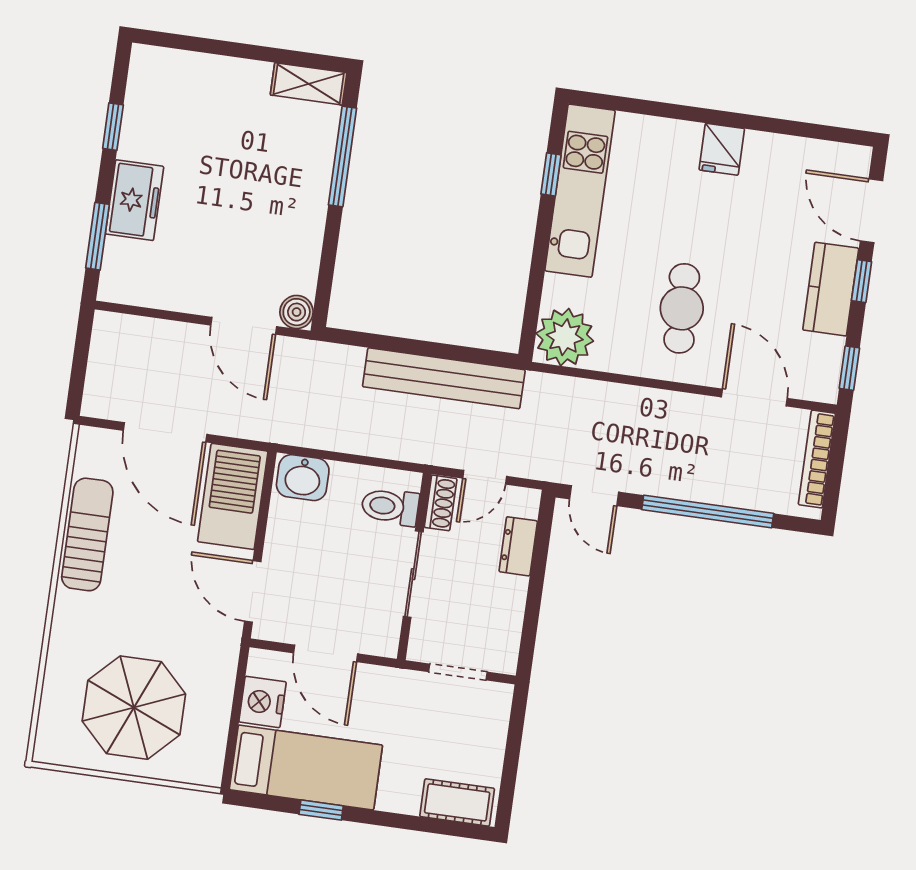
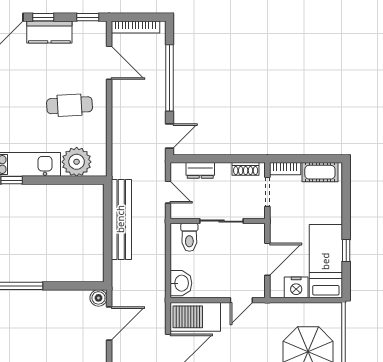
plant: (565, 337) -> (77, 162), moved
door: (754, 398) -> (109, 63), swing flipped
shoe rack: (441, 503) -> (246, 169), moved, turned 180
door: (253, 591) -> (241, 300), width x0.73
bookcase: (498, 713) -> (285, 169), added
cot: (457, 802) -> (320, 172), moved, turned 90

